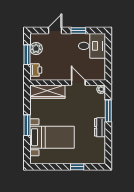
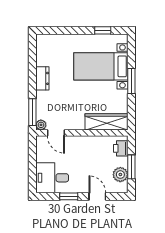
door: (55, 31) -> (97, 196), swing flipped
door: (78, 83) -> (56, 133), moved
window: (108, 111) -> (32, 112), moved
window: (77, 167) -> (103, 30), moved

